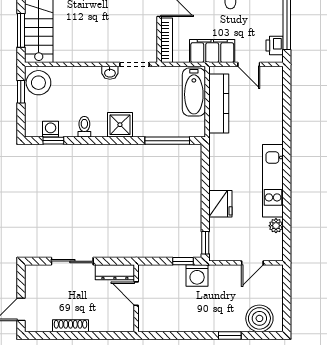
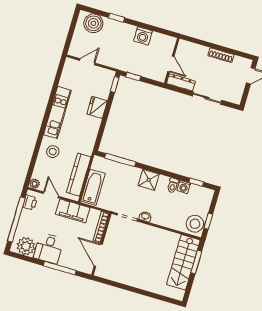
stool: (264, 125) -> (53, 152), added
washing machine: (51, 129) -> (184, 187), moved
plant: (276, 226) -> (35, 184), moved
washing machine: (197, 276) -> (143, 36), moved, turned 180

